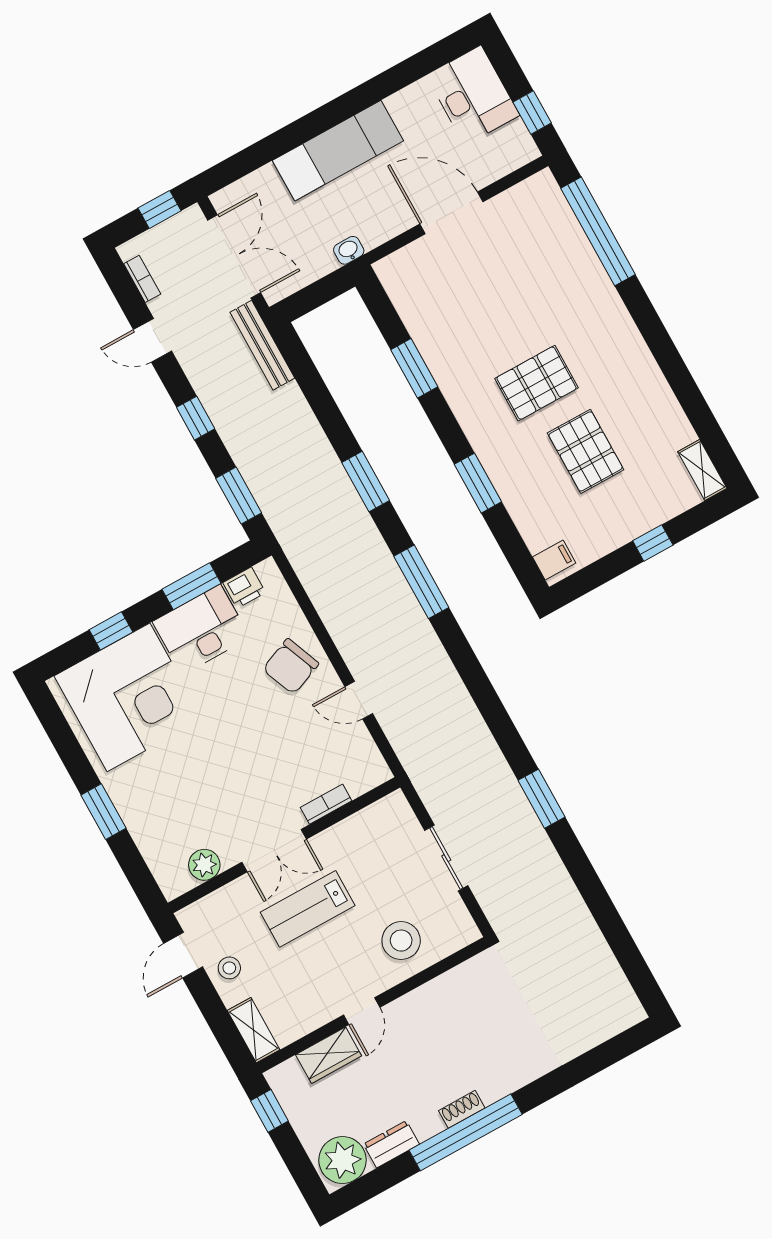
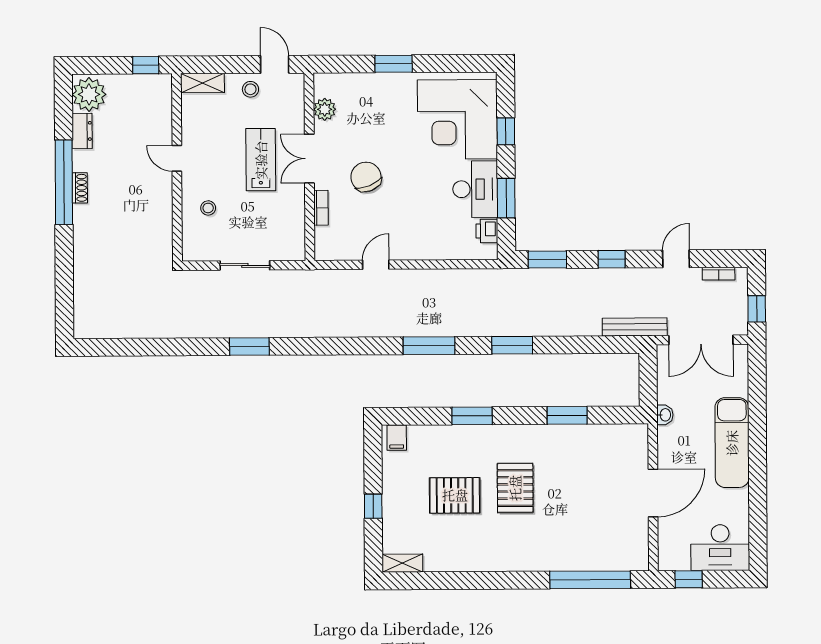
chair: (291, 666) -> (366, 177), moved
stool: (401, 941) -> (208, 208), width x0.53, depth x0.53
wardrobe: (329, 1055) -> (160, 122), removed

